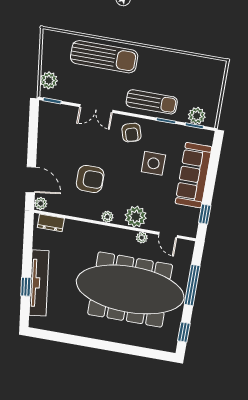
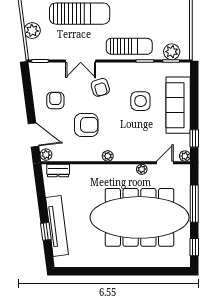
plant: (49, 80) -> (32, 31), moved
armchair: (131, 133) -> (100, 87), moved
armchair: (61, 146) -> (55, 101), added
plant: (136, 217) -> (185, 156), moved, width x0.53, depth x0.53
door: (168, 235) -> (165, 163), swing flipped

